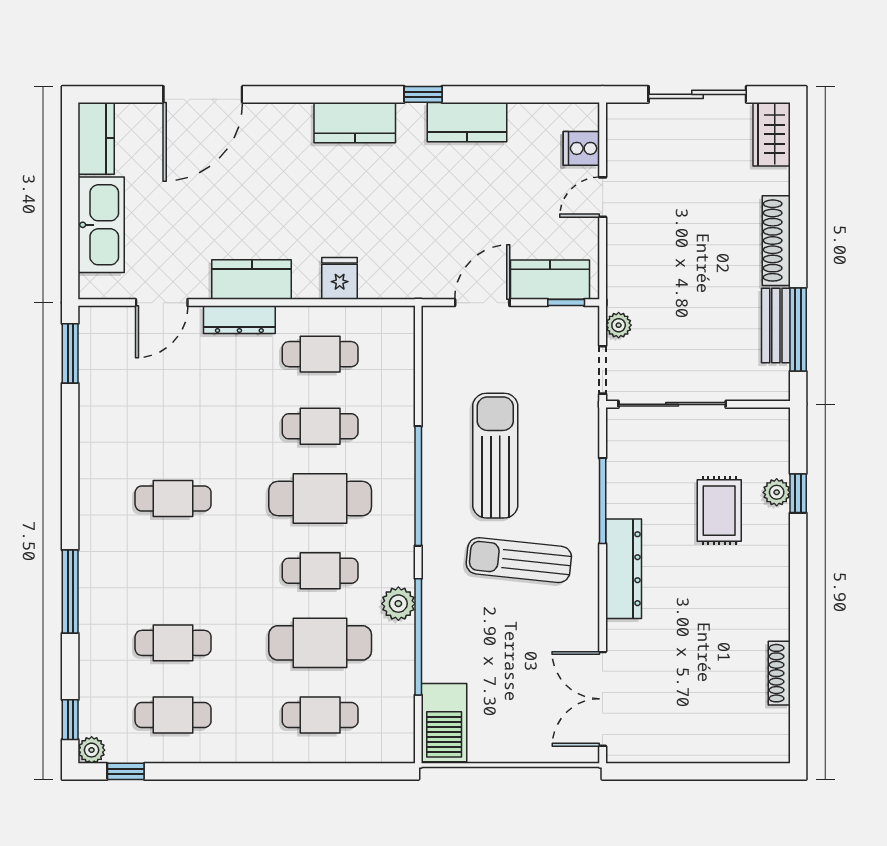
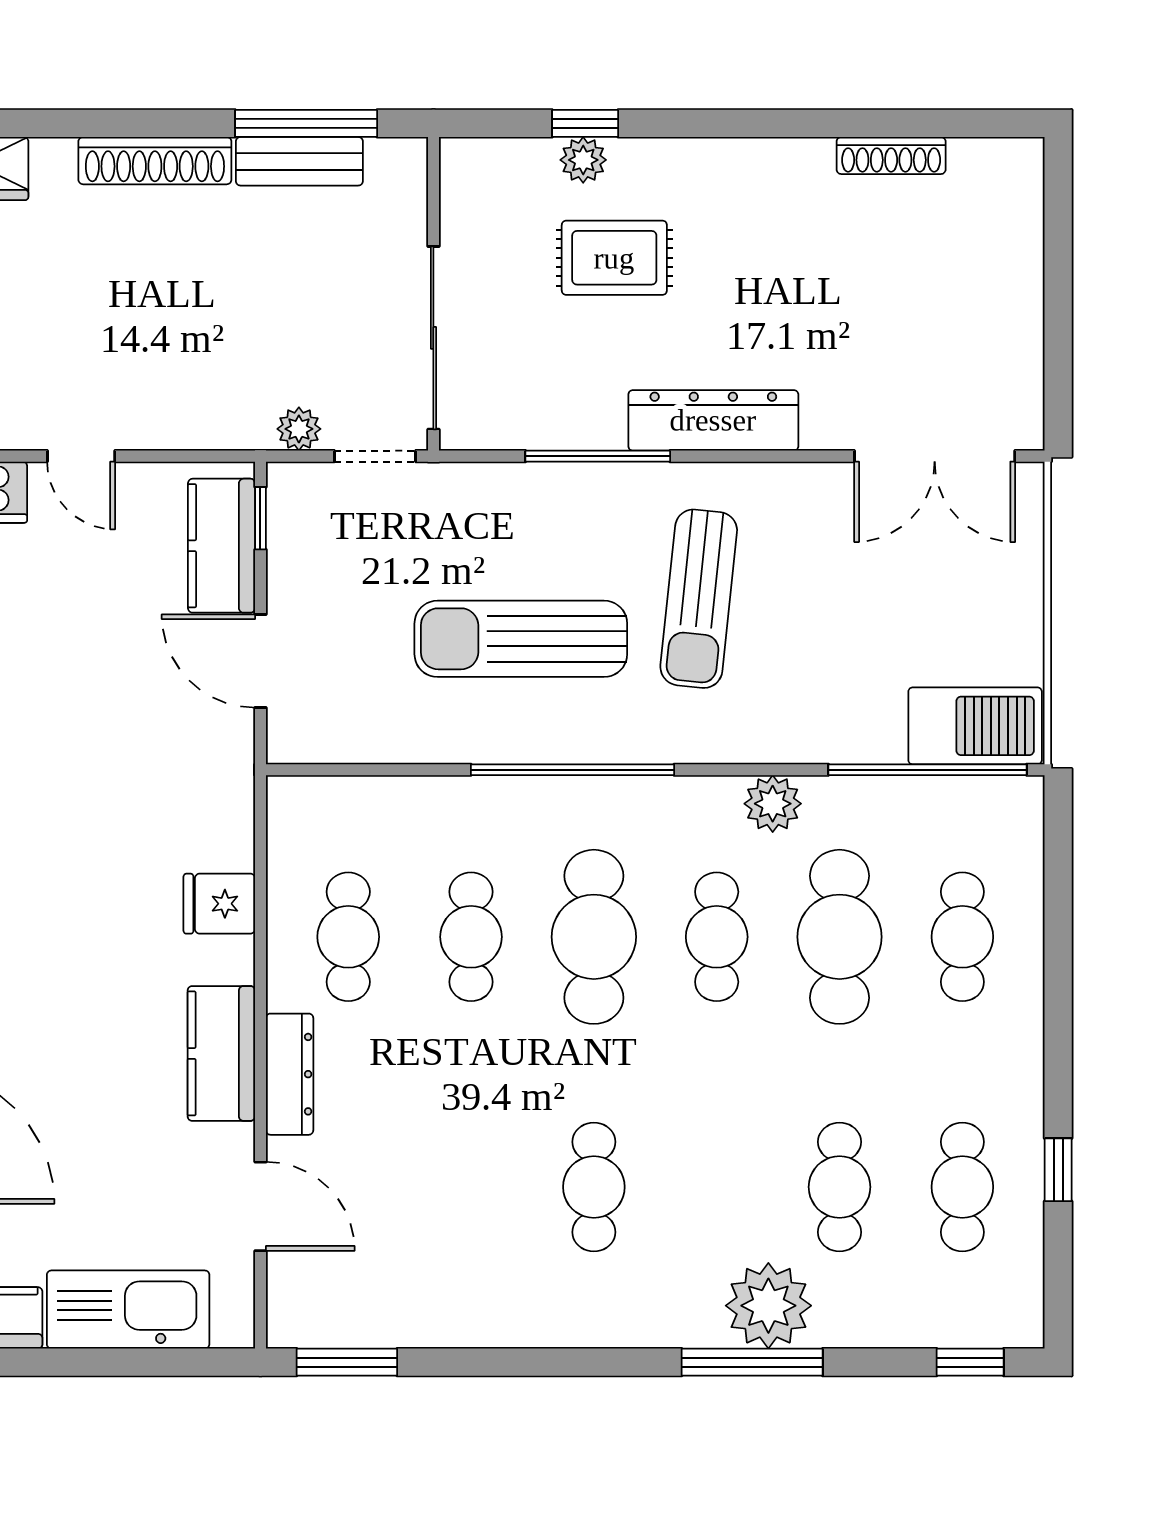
window: (418, 637) -> (928, 770), moved
plant: (92, 750) -> (768, 1306), moved, width x1.87, depth x1.87
window: (126, 771) -> (1058, 1170), moved

